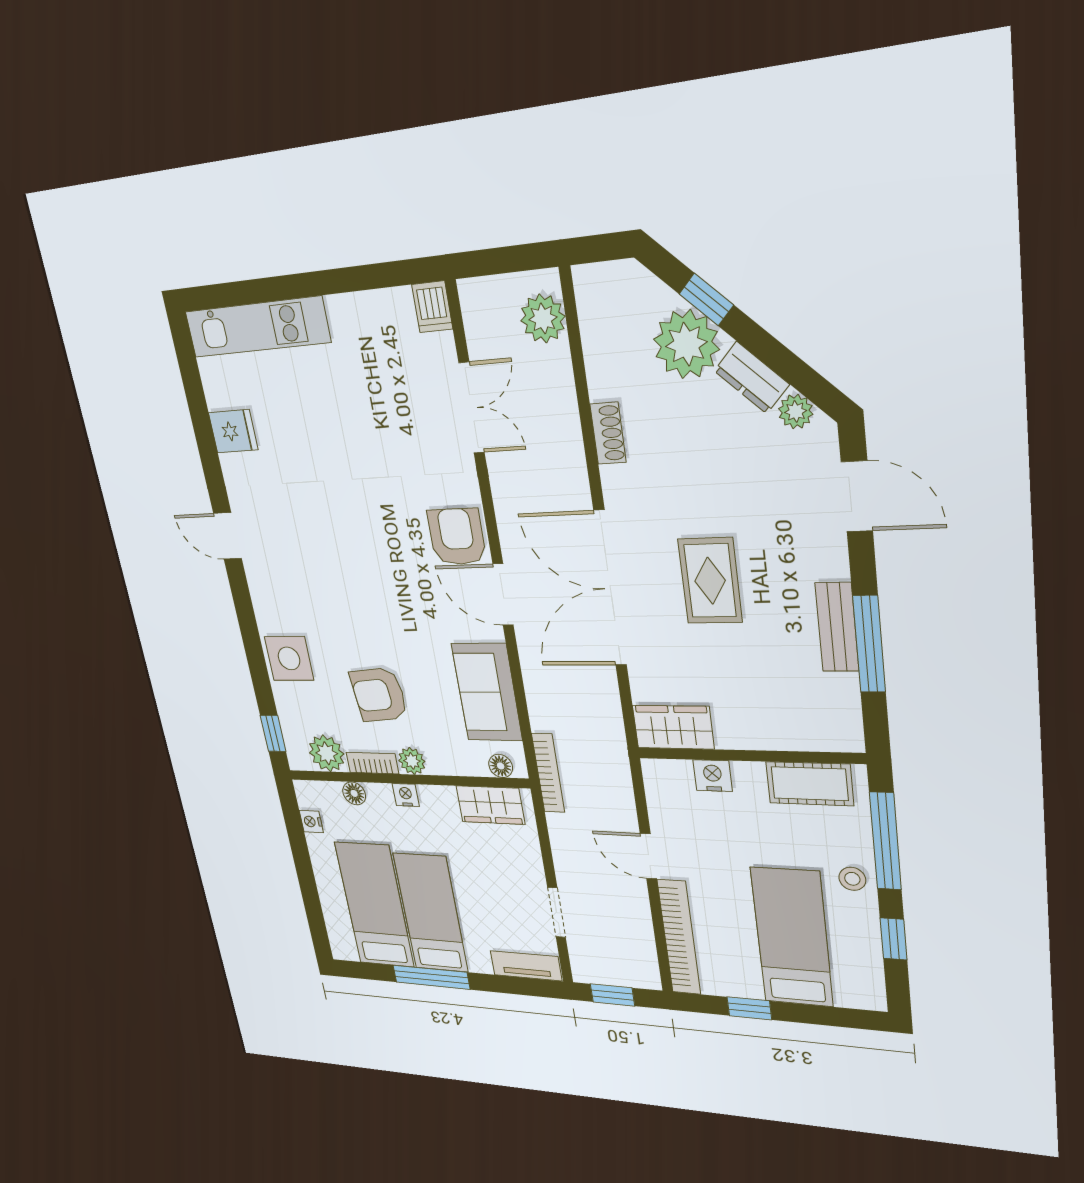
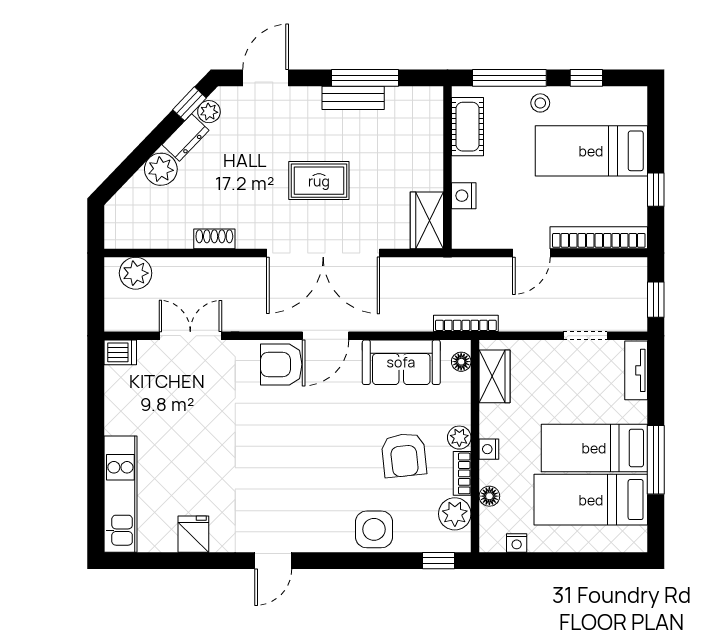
window: (706, 299) -> (190, 104), moved
plant: (686, 344) -> (161, 169), width x0.73, depth x0.73

